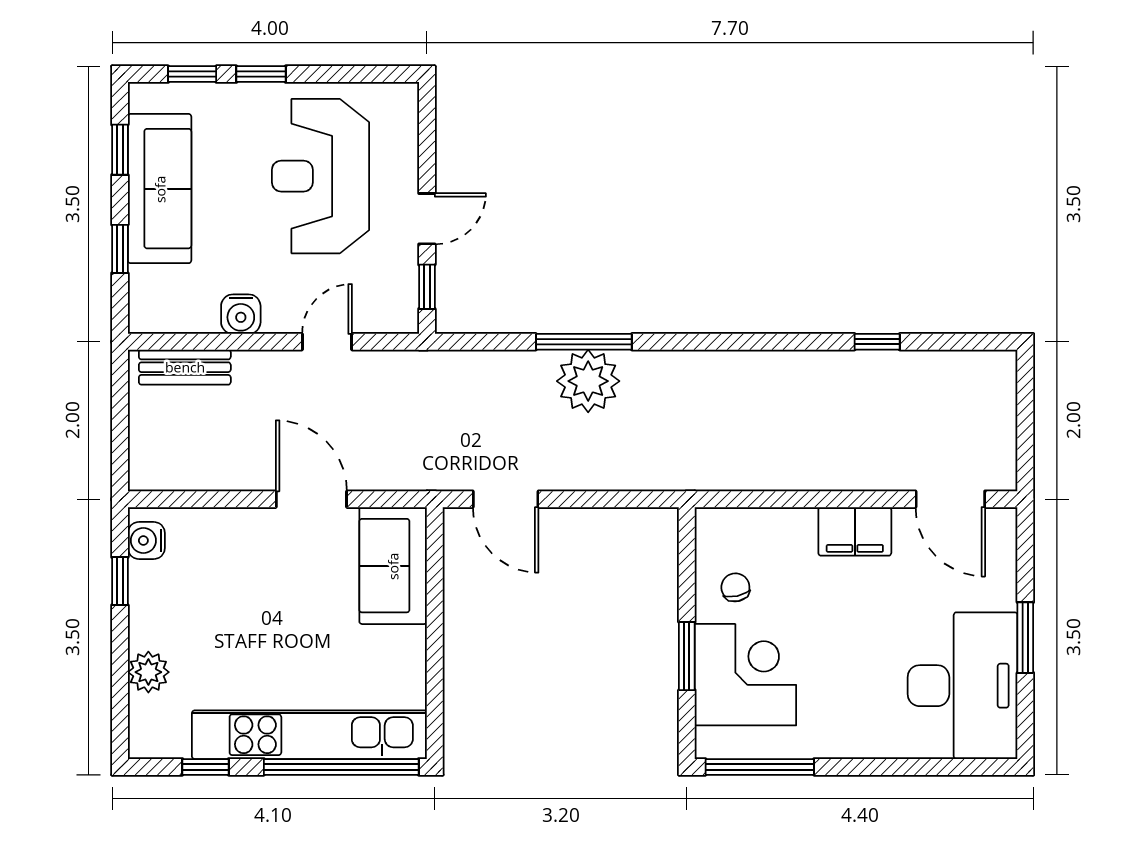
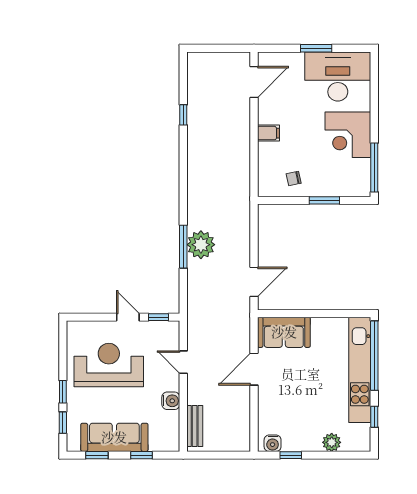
reception desk: (321, 176) -> (109, 365), turned 180
filing cabinet: (855, 531) -> (268, 133), width x0.50
corner desk: (745, 675) -> (348, 135), moved, turned -90

